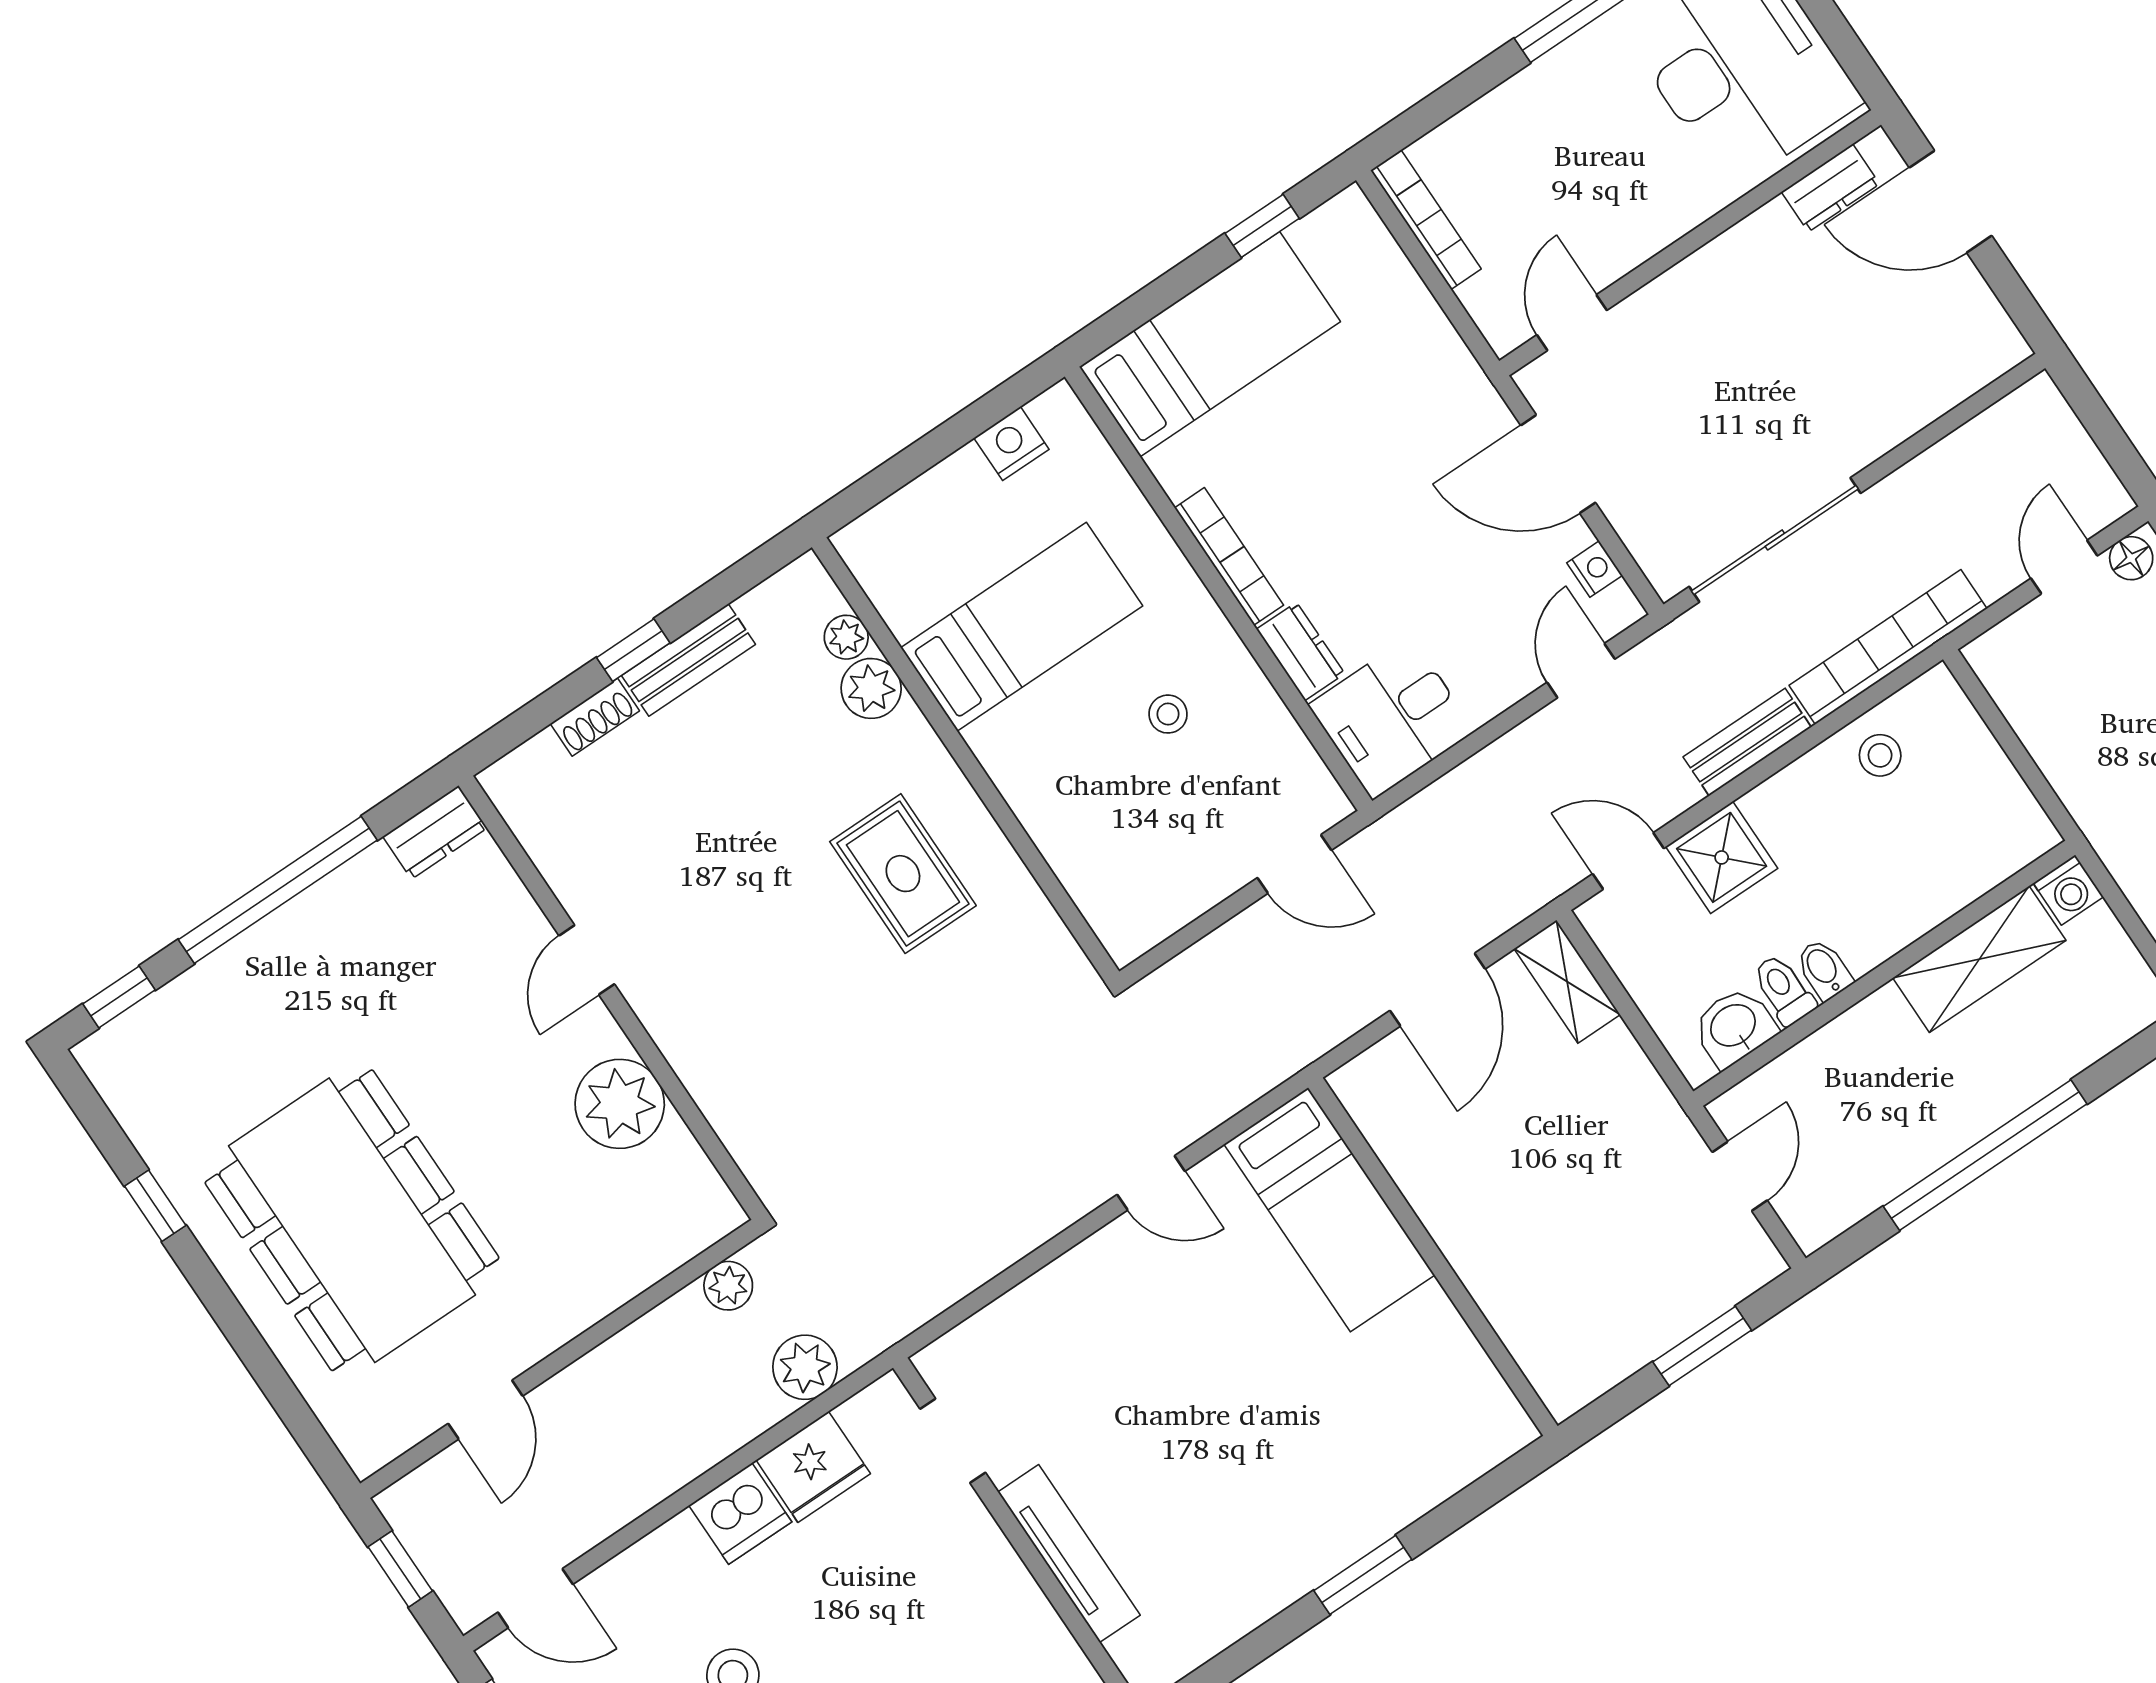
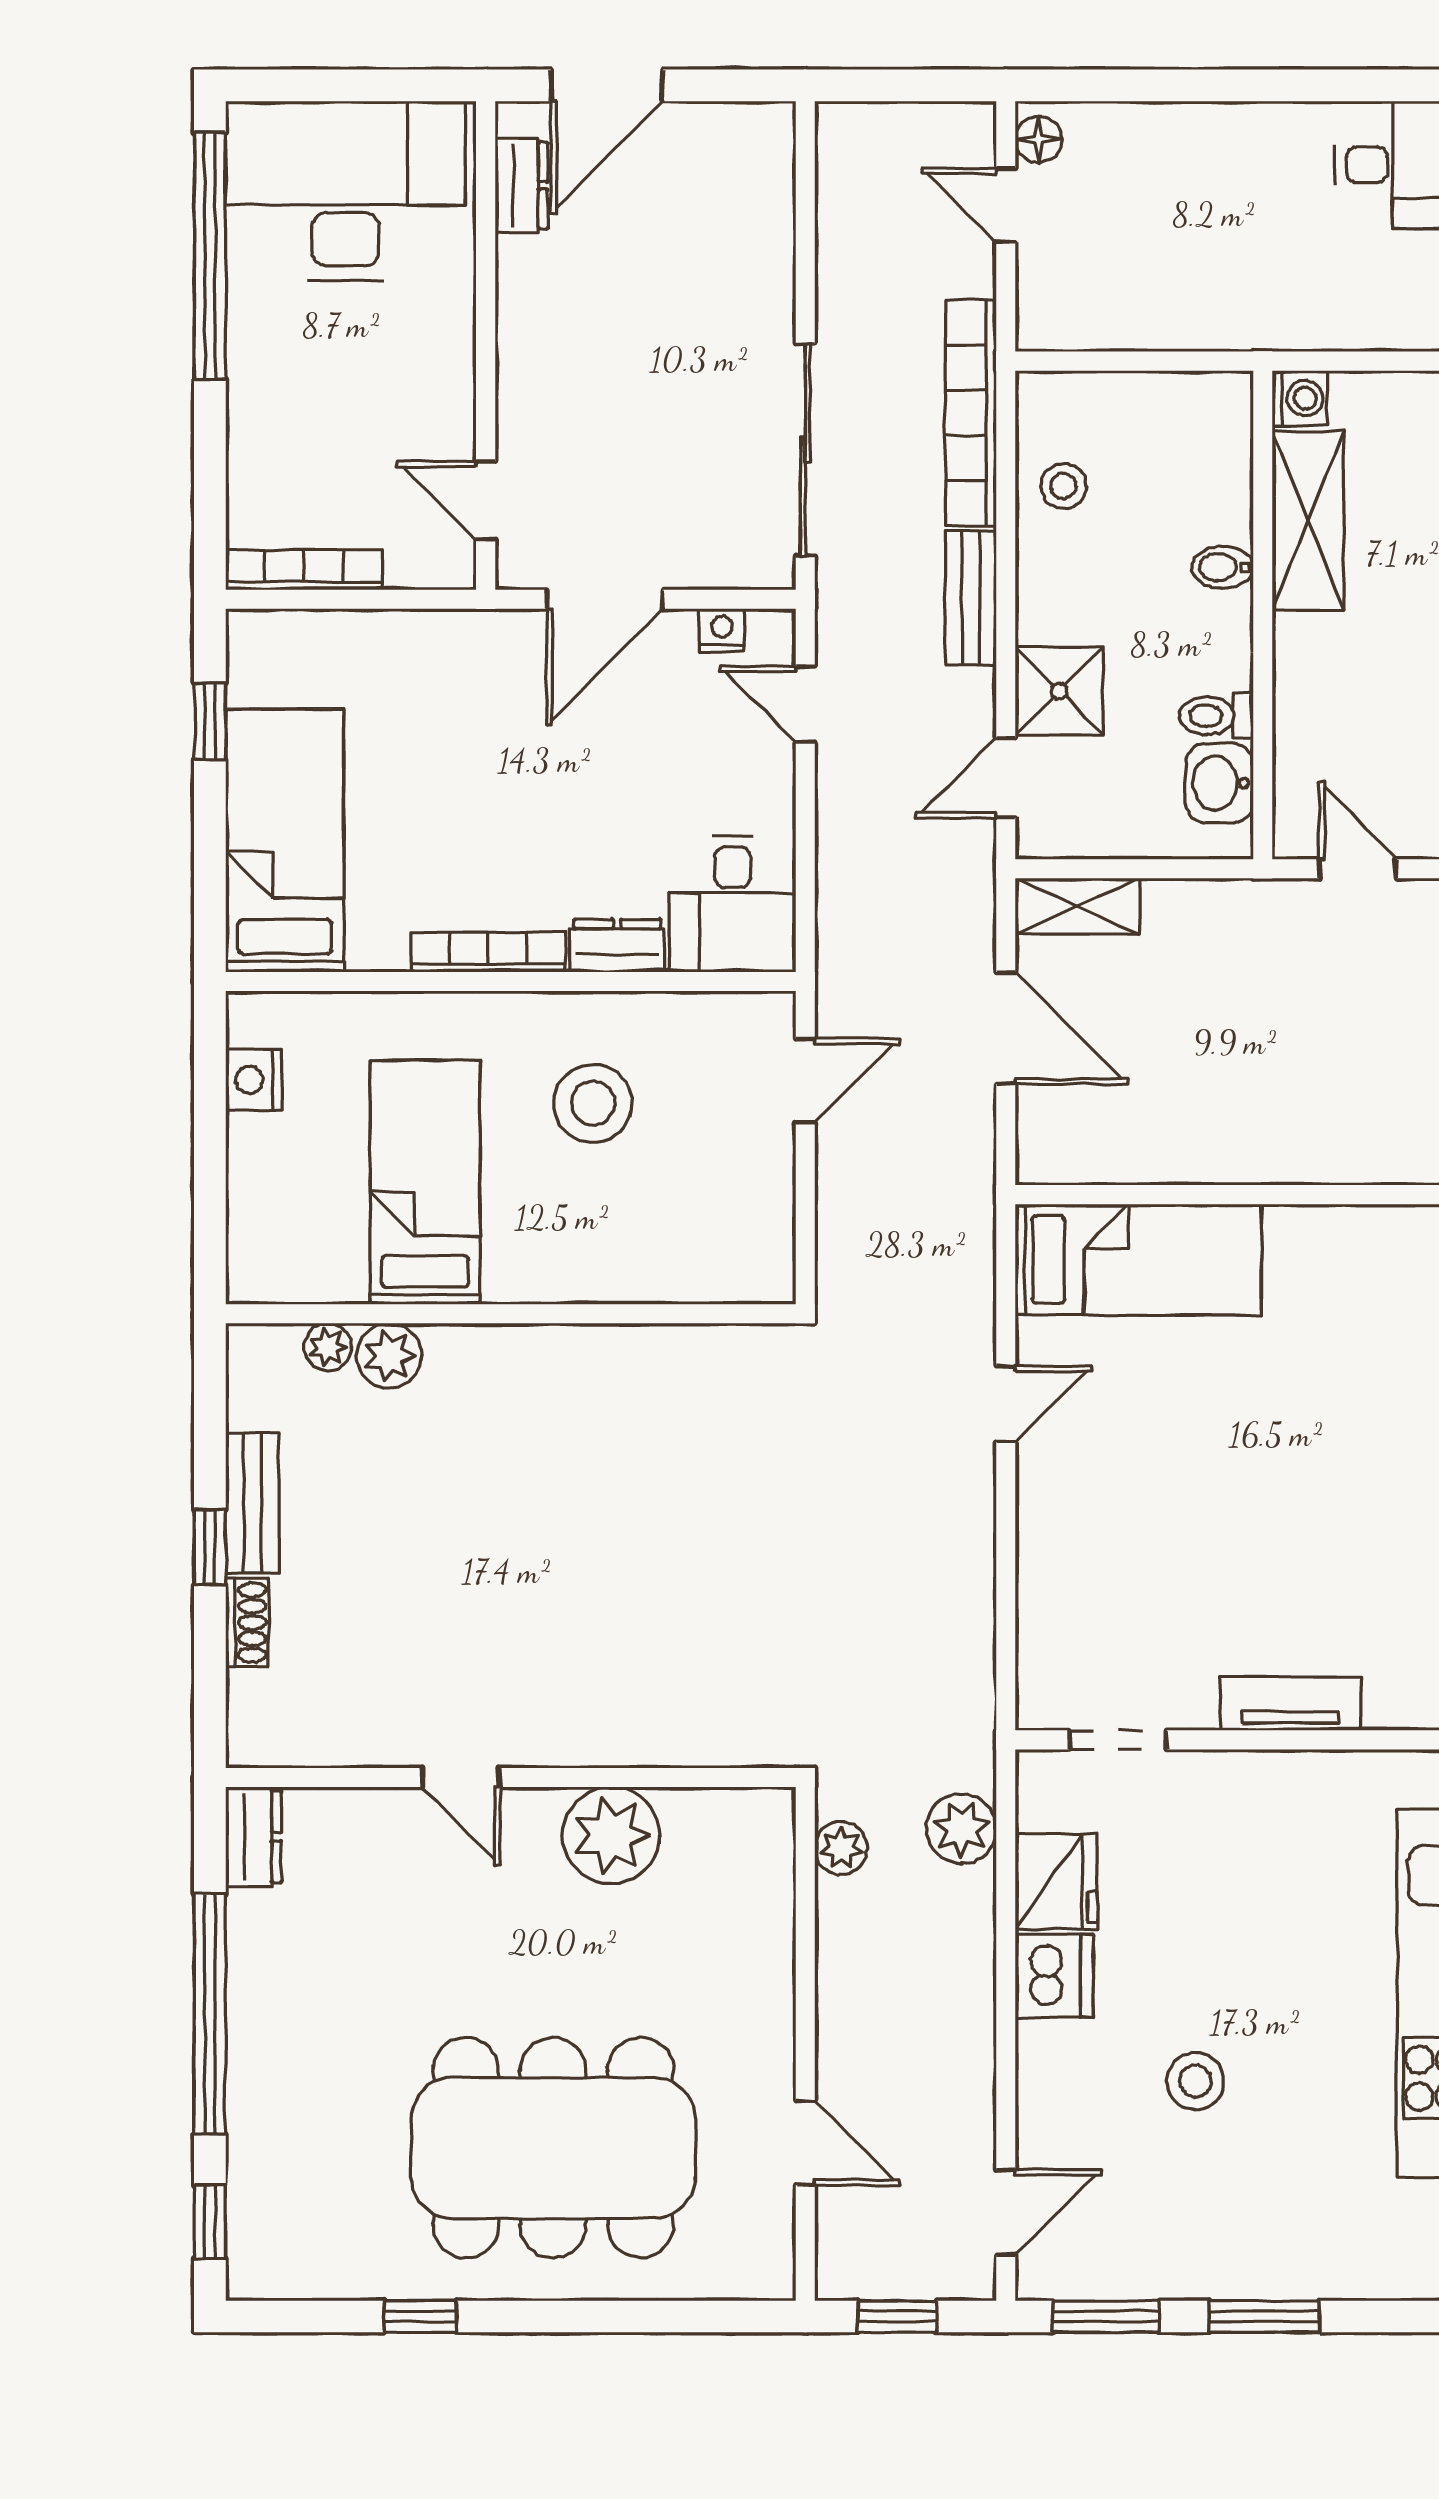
stool: (1168, 714) -> (593, 1103), width x1.89, depth x1.89
rug: (903, 874) -> (576, 1440), removed
bidet: (1824, 969) -> (1223, 567), moved
tv unit: (1069, 1554) -> (1290, 1704), width x0.71

